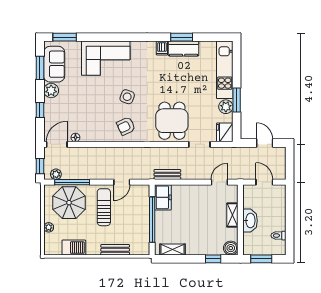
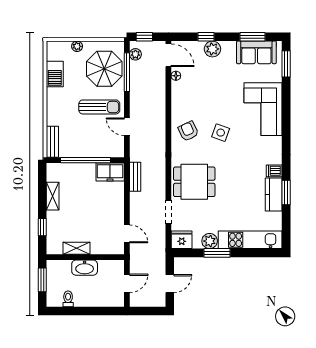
plant: (51, 90) -> (212, 49), moved
shelving: (232, 215) -> (77, 248), moved
boiler: (231, 248) -> (54, 246), removed
shelving: (172, 249) -> (53, 196), moved
bench: (115, 250) -> (52, 142), moved

